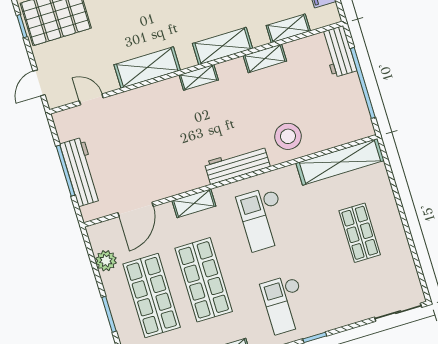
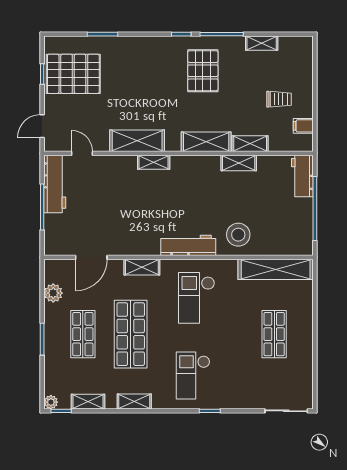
shelving: (288, 28) -> (250, 144), moved
shelving: (199, 77) -> (154, 162), moved
workbench: (81, 172) -> (55, 184), moved
shop shelf: (152, 296) -> (83, 334), width x0.70, depth x0.74

